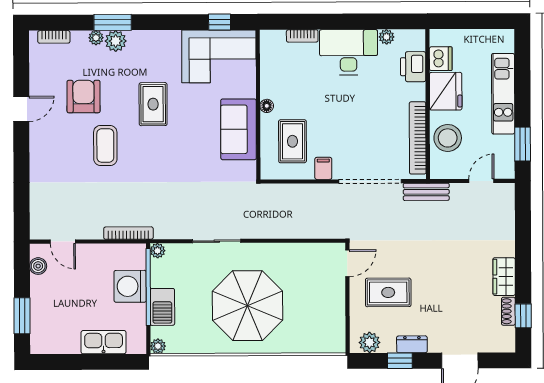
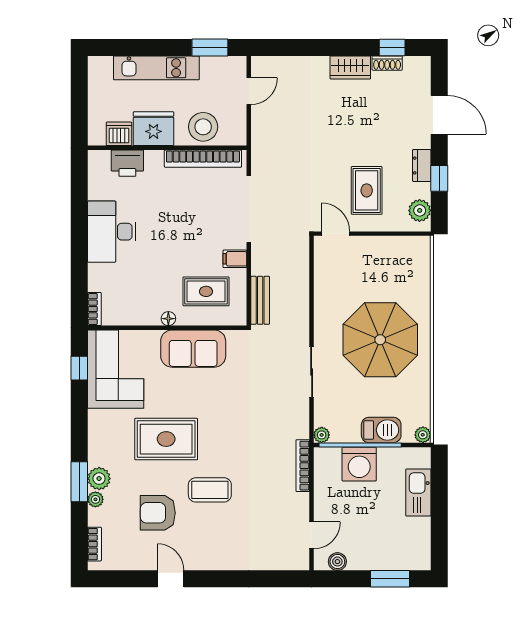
bookcase: (302, 36) -> (94, 309), moved
plant: (386, 37) -> (96, 191), removed
rug: (153, 104) -> (166, 439), width x1.36, depth x1.43
door: (481, 181) -> (249, 91), swing flipped
bench: (426, 192) -> (260, 300), moved

